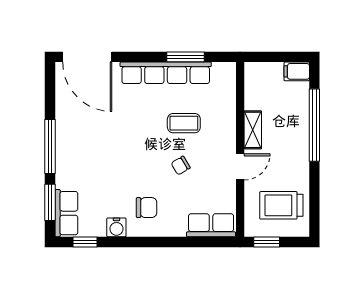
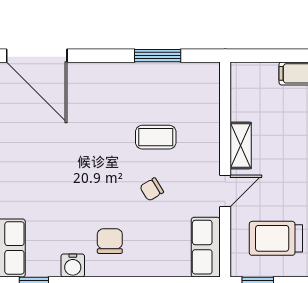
row of seats: (166, 73) -> (133, 75), removed
chair: (147, 208) -> (110, 241), turned -90
row of seats: (211, 225) -> (206, 247), moved, turned -90

